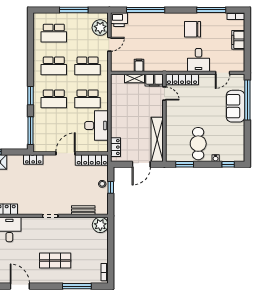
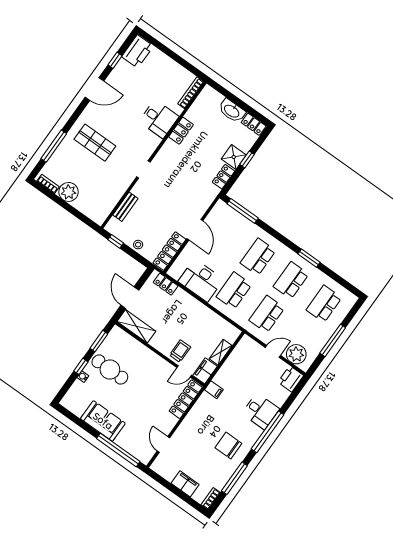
window: (146, 10) -> (268, 432), moved
chair: (193, 29) -> (228, 446), turned -90
door: (109, 44) -> (273, 351), swing flipped
desk: (198, 60) -> (261, 411), moved, turned 180
filing cabinet: (139, 65) -> (214, 390), moved
window: (31, 96) -> (309, 258), moved
trolley: (153, 106) -> (180, 351), added
sofa: (236, 106) -> (103, 421), moved
shelving: (157, 139) -> (136, 326), width x0.68
locker: (33, 159) -> (223, 177), moved
window: (228, 164) -> (81, 366), moved
window: (111, 187) -> (116, 241), moved
plant: (100, 225) -> (69, 192), moved
shop shelf: (55, 261) -> (95, 143), turned 90

